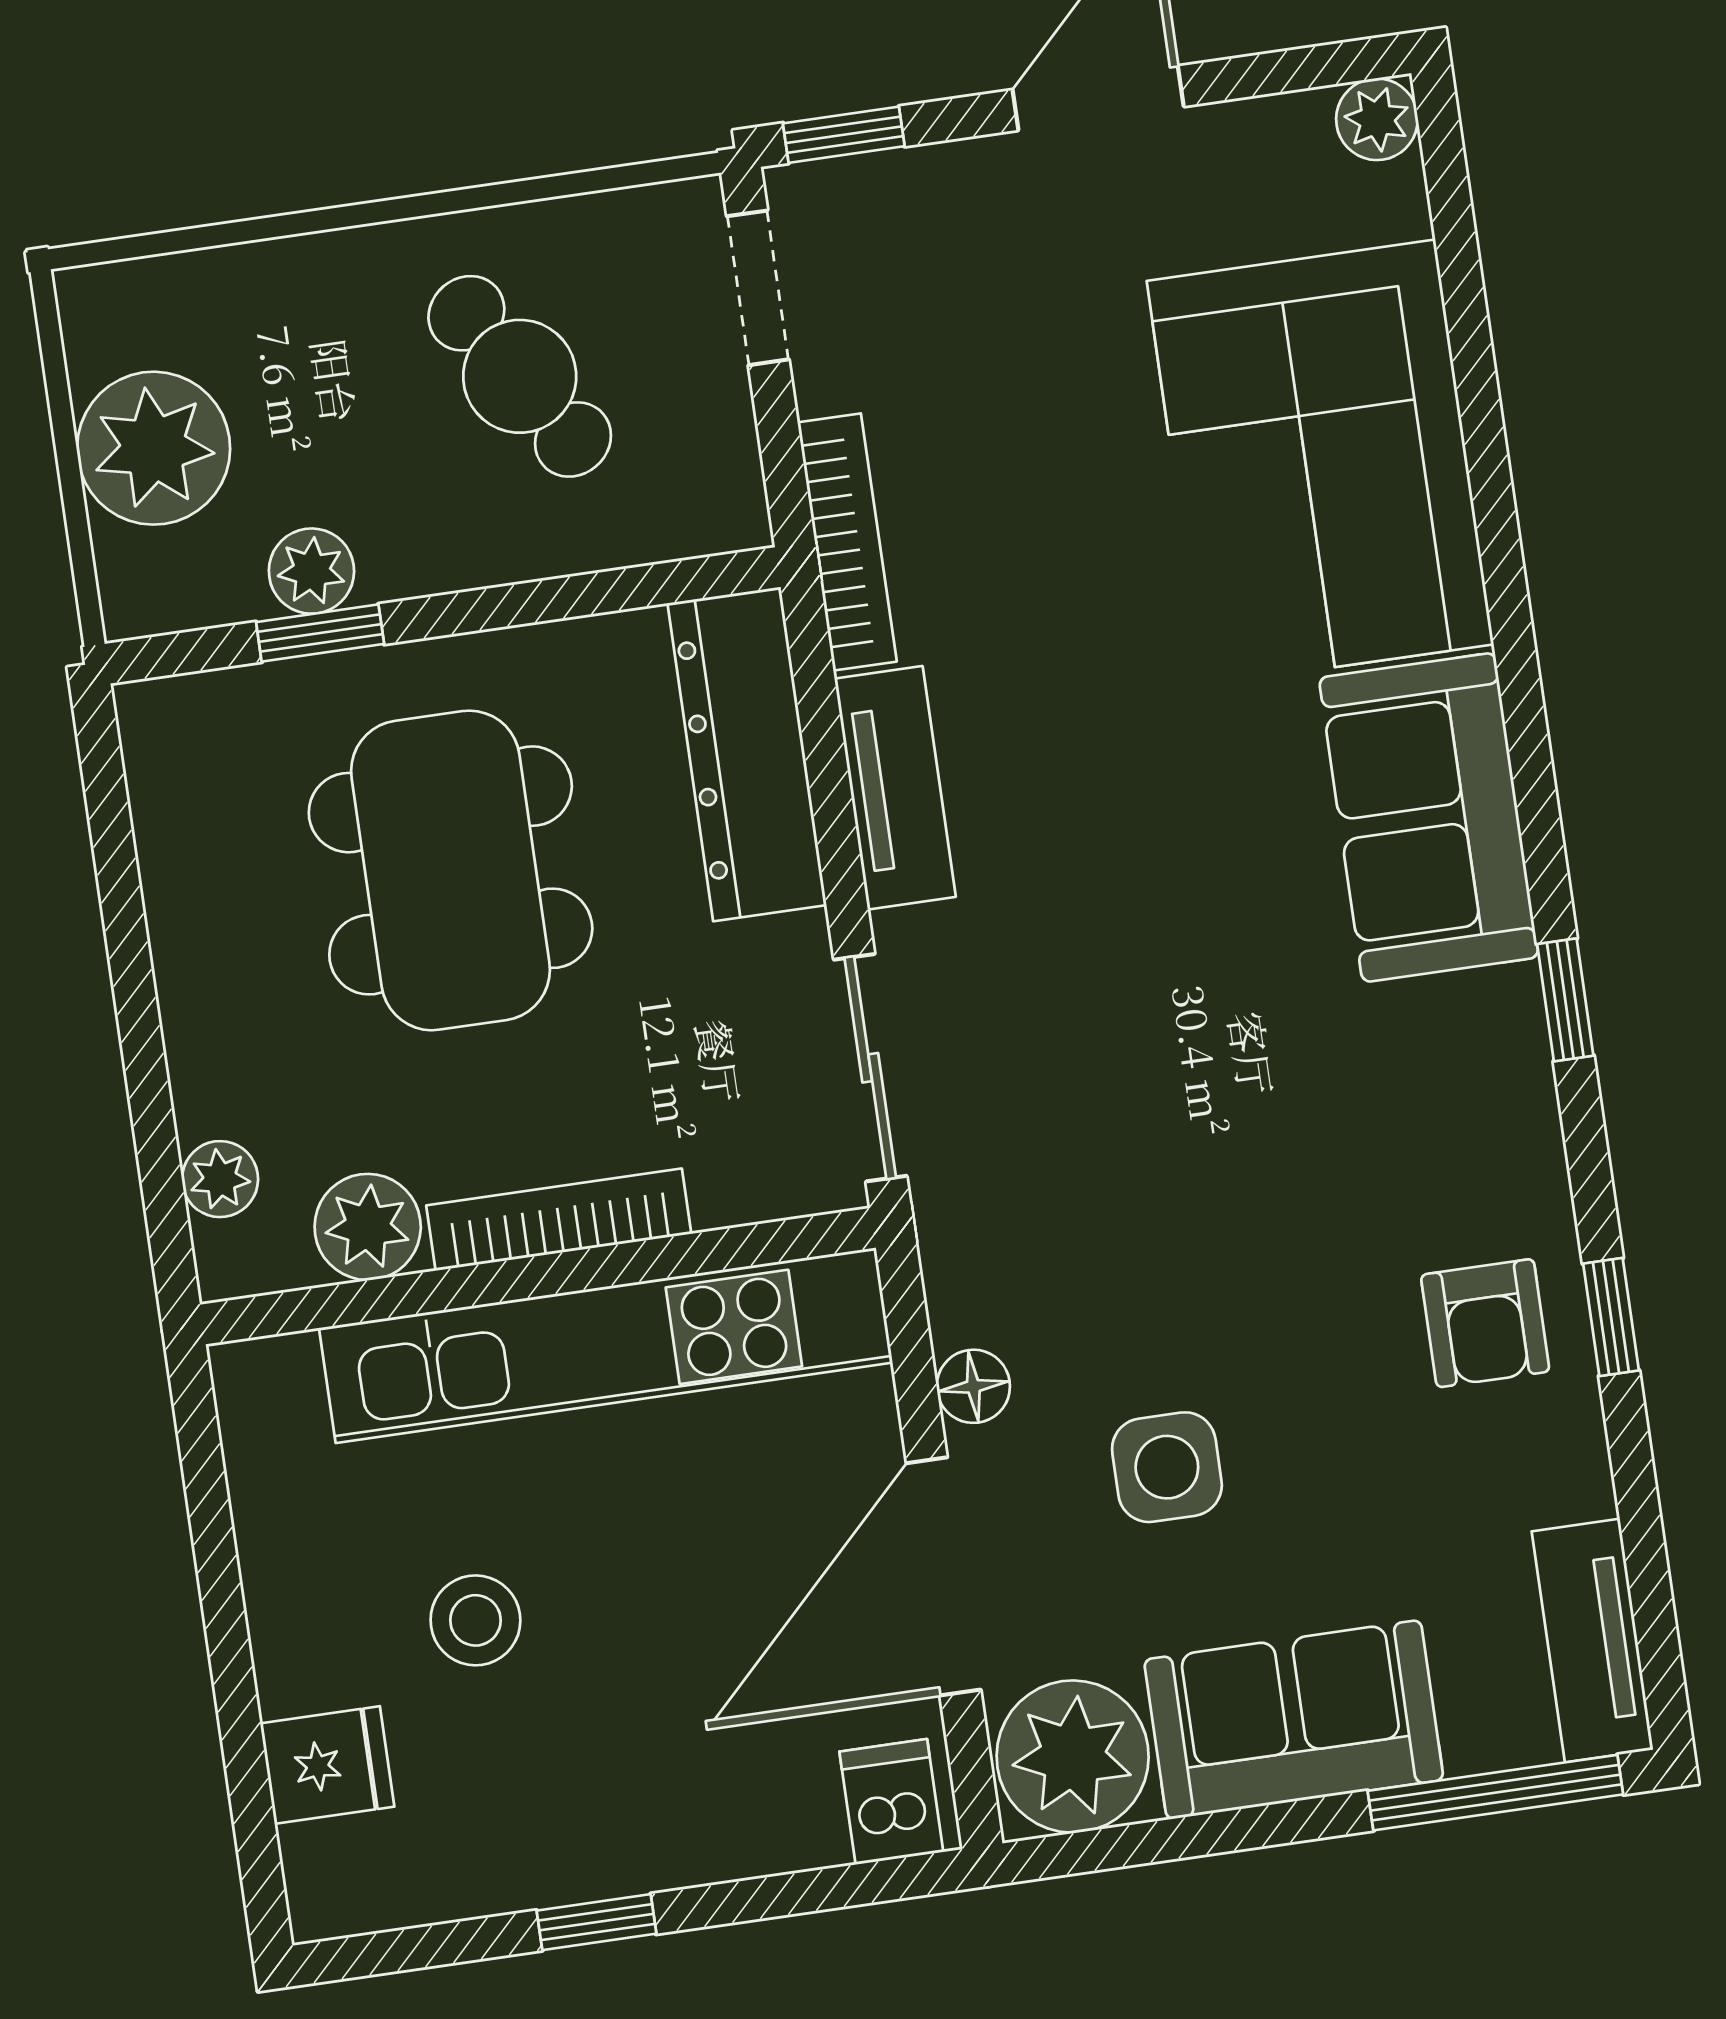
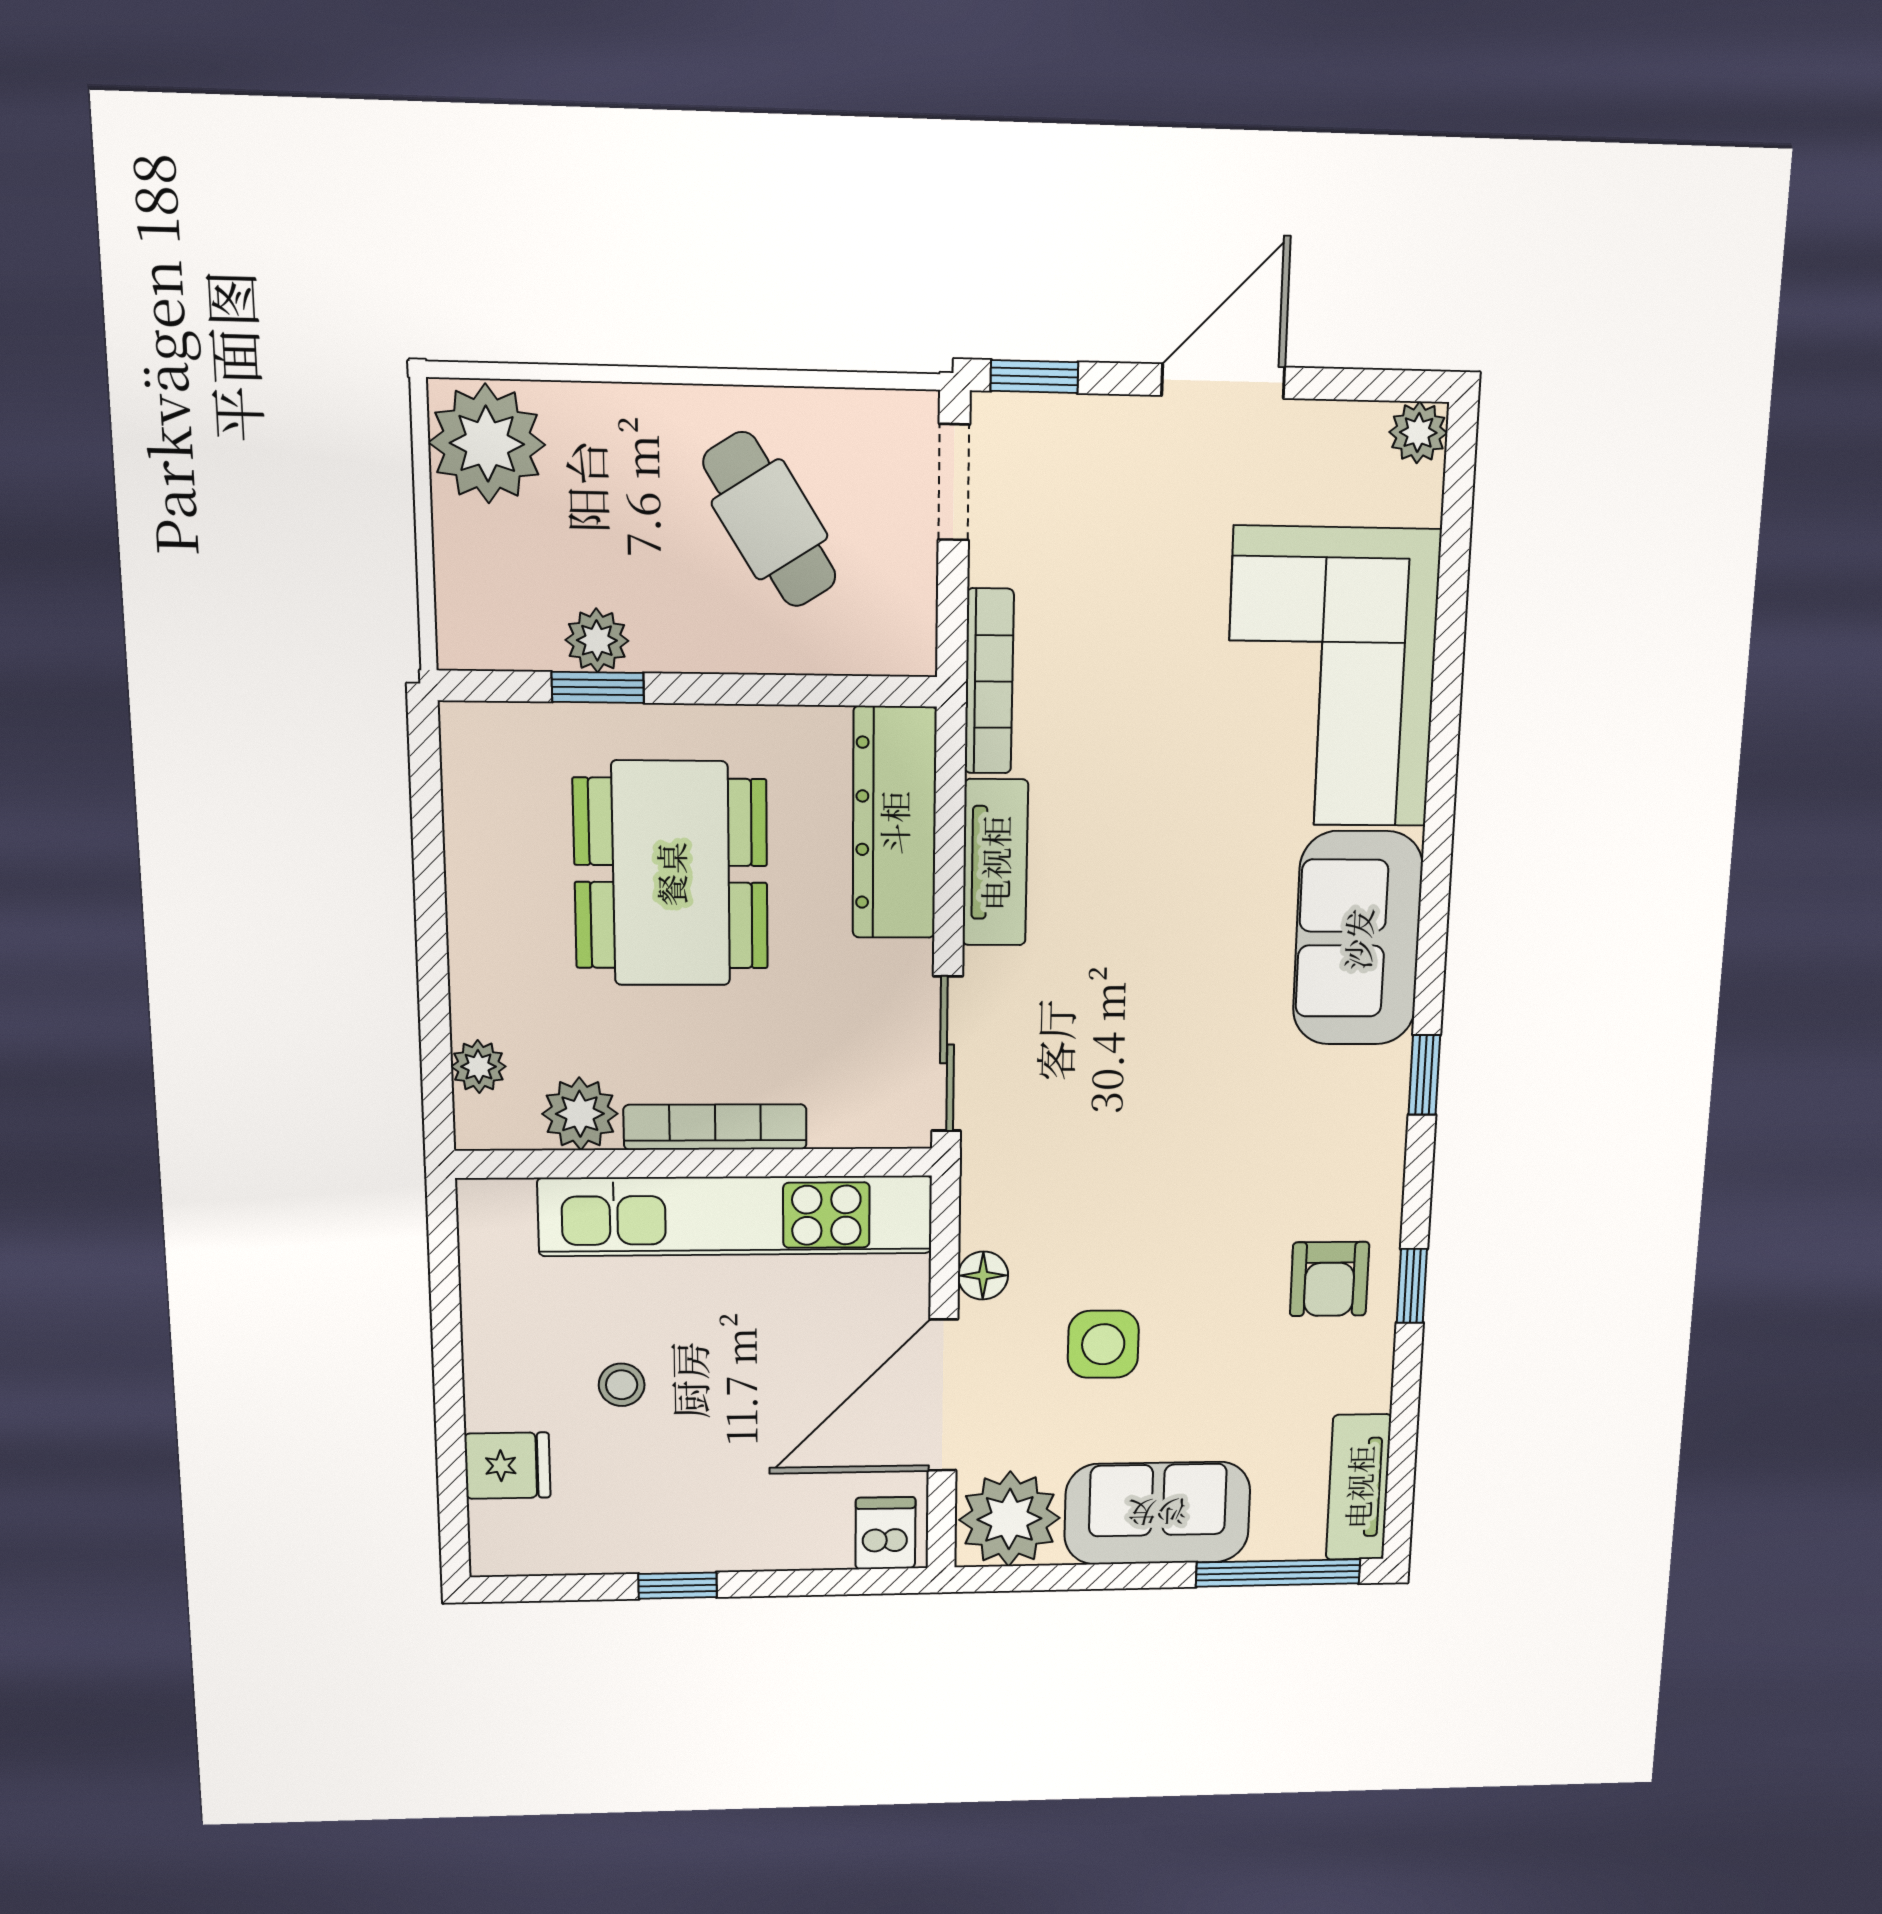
plant: (154, 448) -> (487, 444), moved
stool: (475, 1620) -> (622, 1385), width x0.73, depth x0.73

